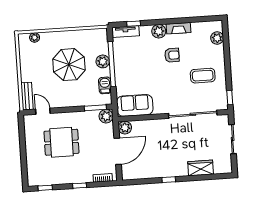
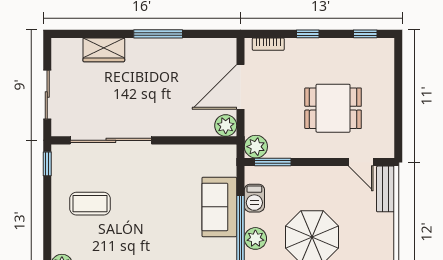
armchair: (172, 55) -> (139, 241), removed
sofa: (135, 105) -> (219, 207), moved, turned 90
window: (169, 180) -> (158, 34), width x2.17

